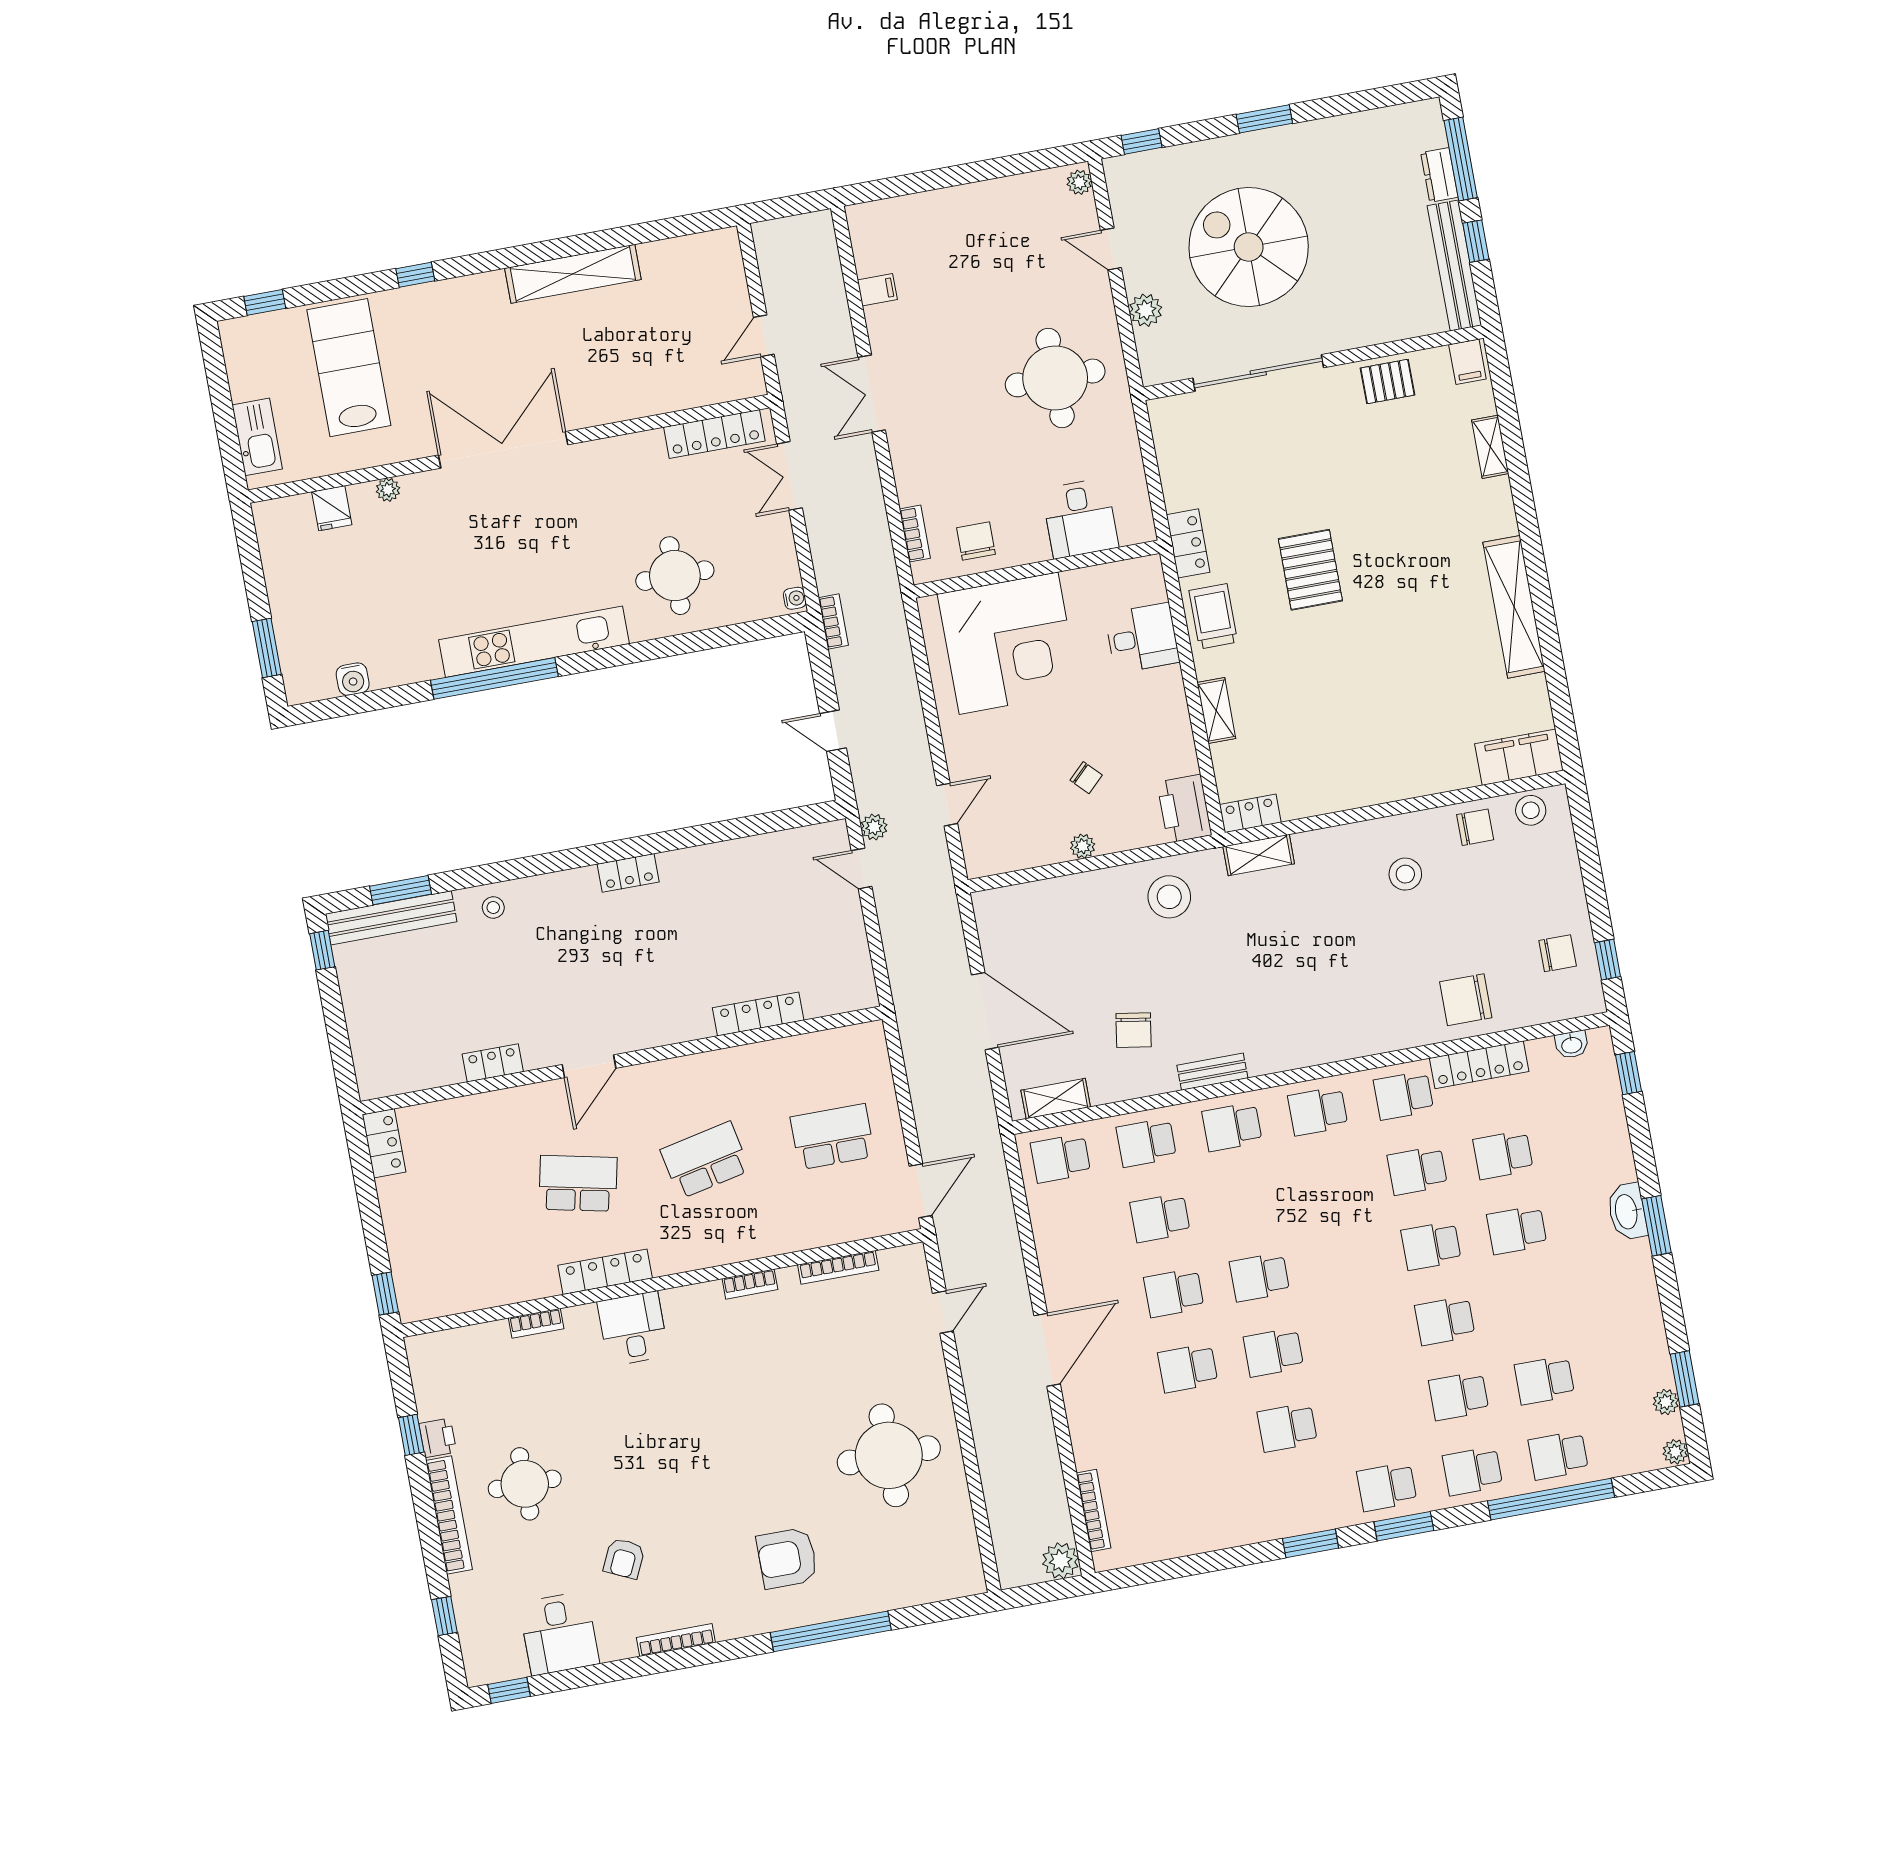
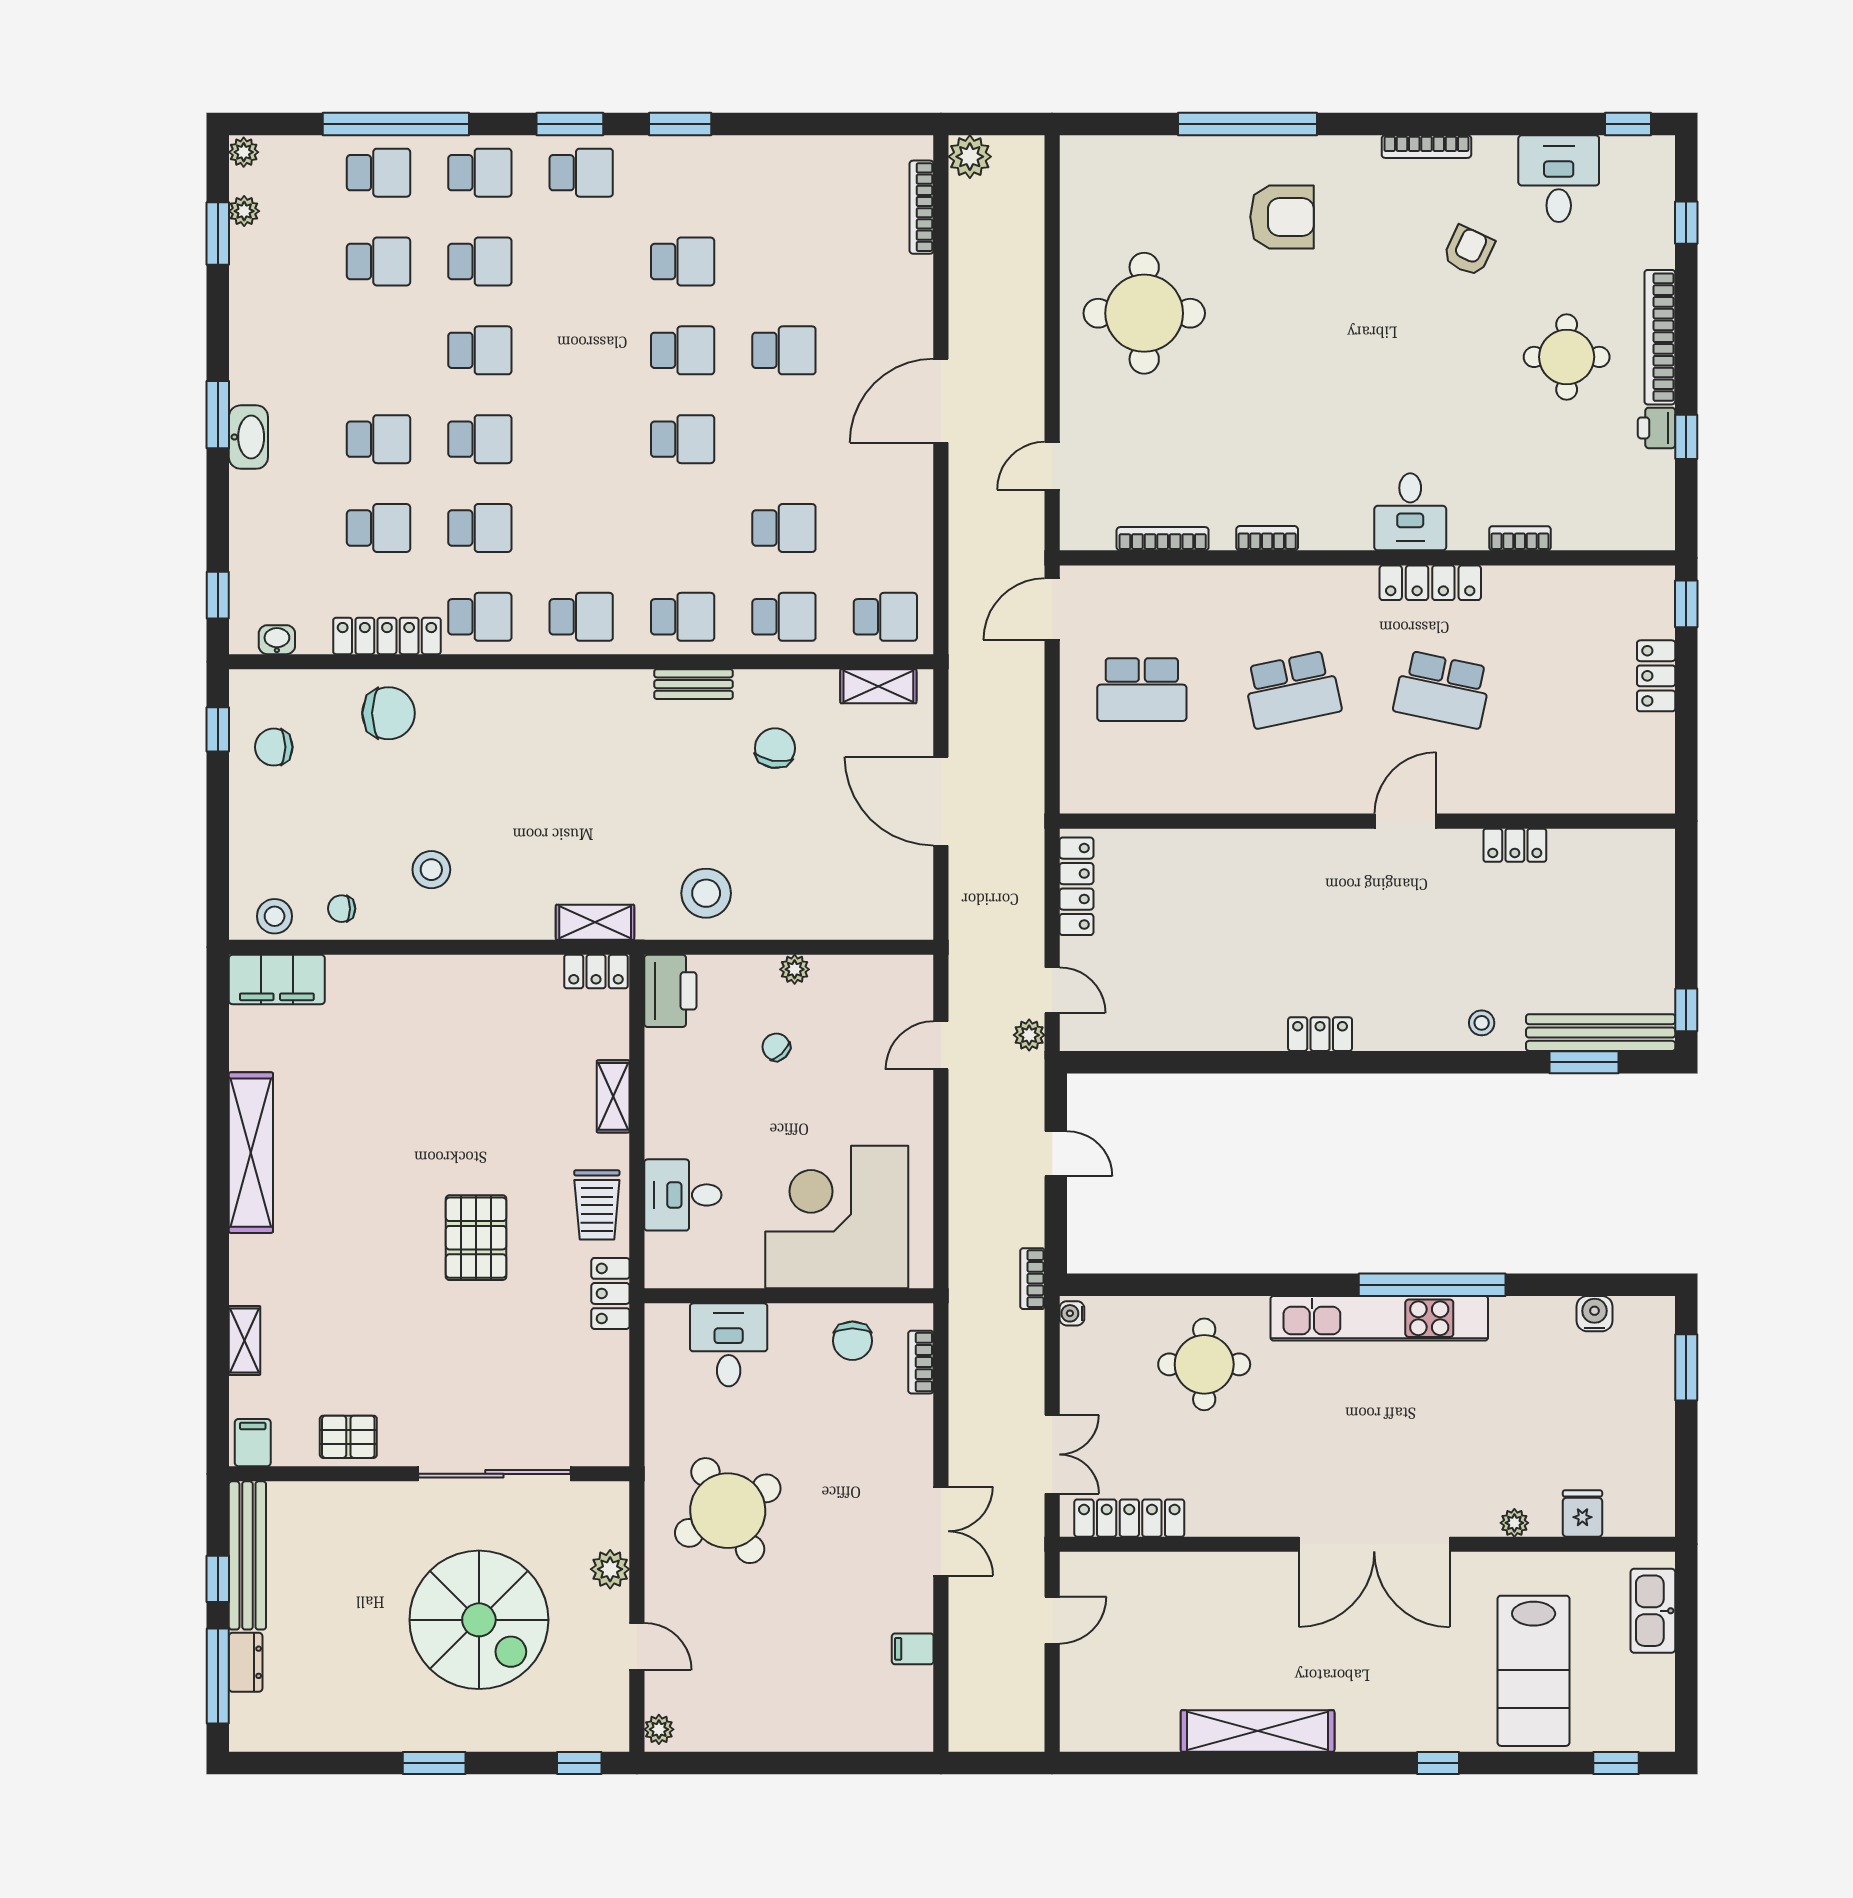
round table: (1055, 378) -> (728, 1511), turned -30
chair: (1475, 827) -> (342, 909), width x0.73, depth x0.73
locker: (758, 1014) -> (1076, 886), moved, turned -90
locker: (384, 1143) -> (1656, 676), moved
school desk: (1174, 1293) -> (784, 439), removed

